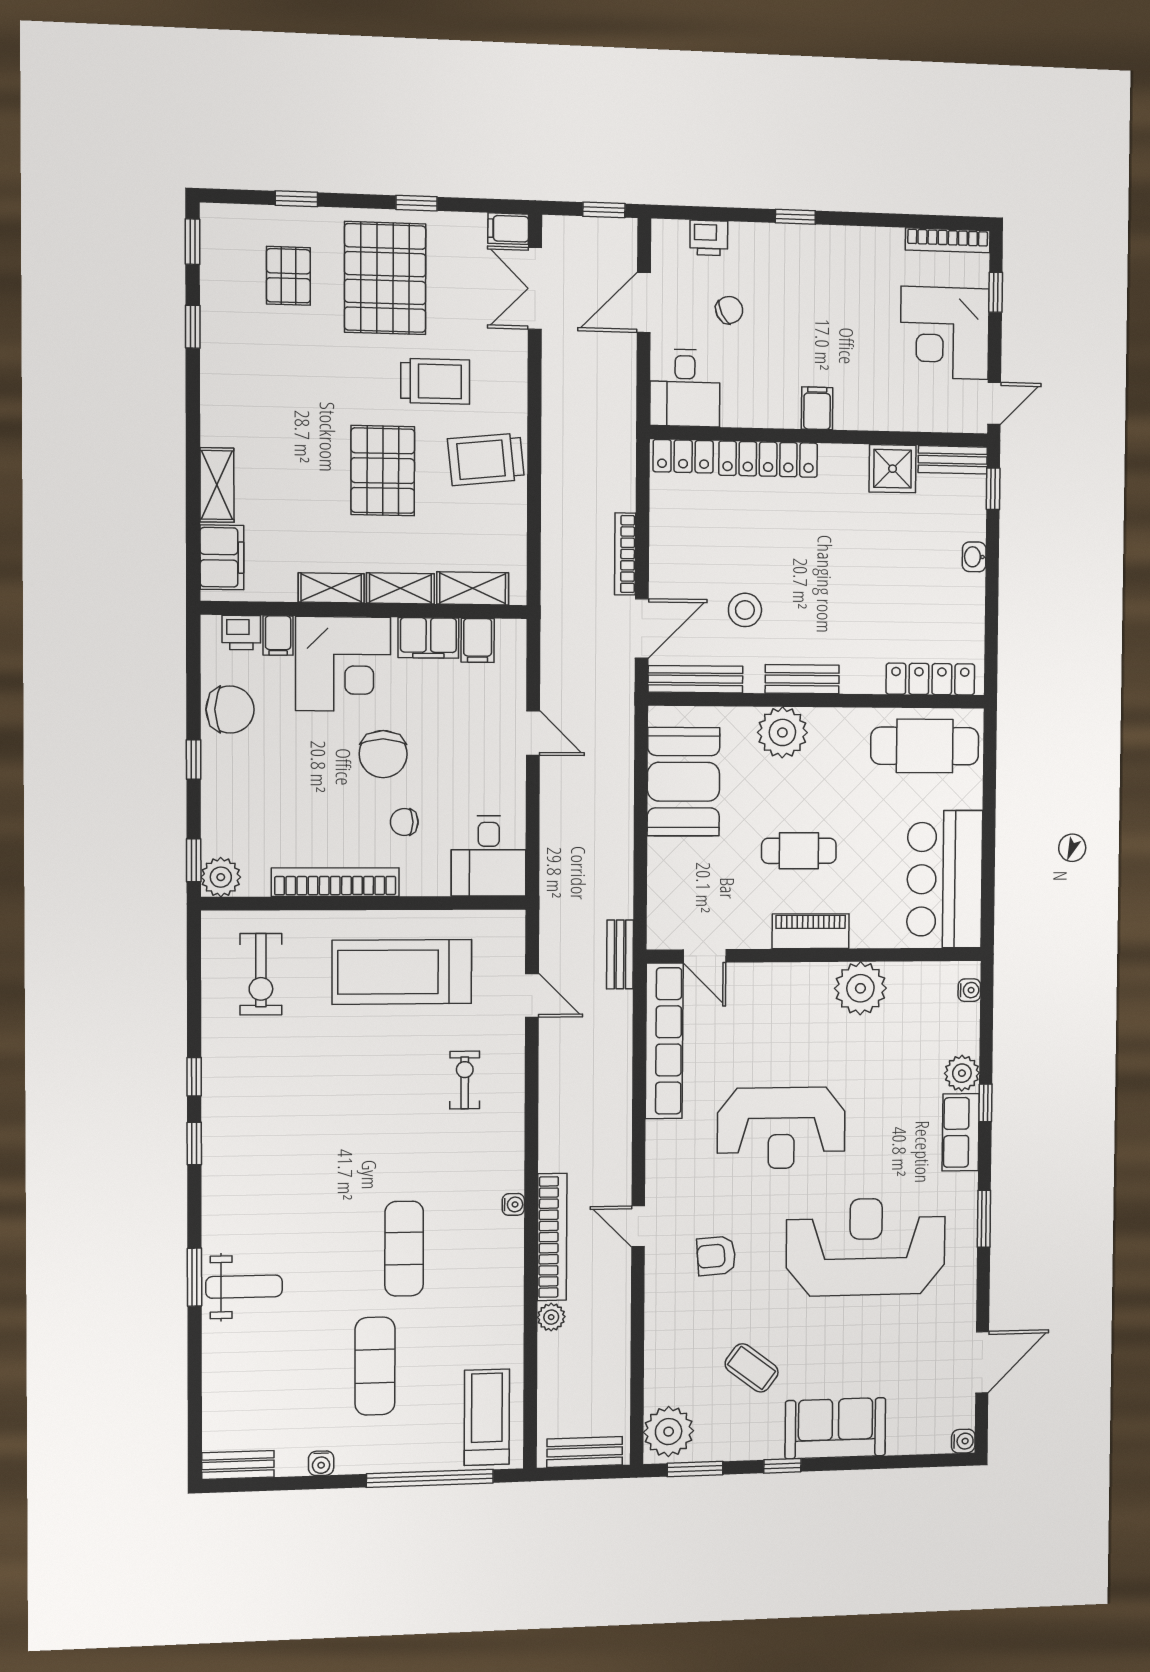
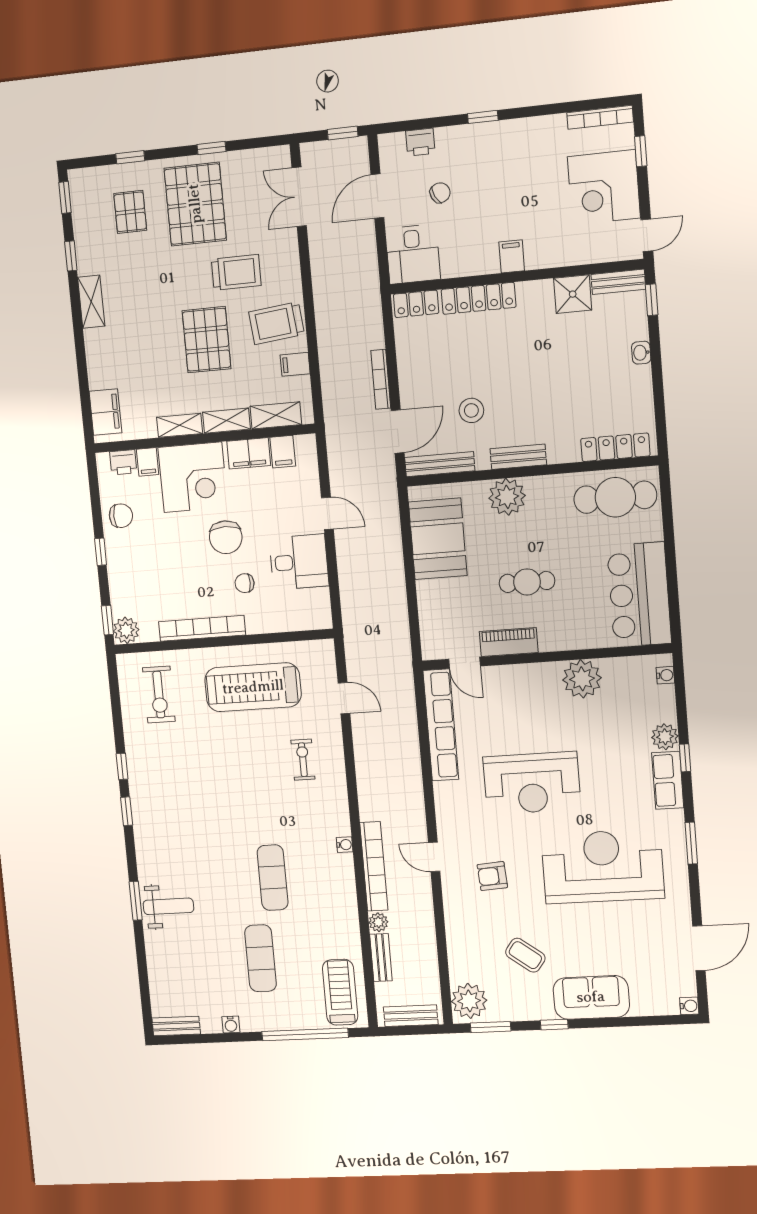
filing cabinet: (508, 229) -> (295, 364), moved
shelving: (217, 485) -> (91, 302), moved
chair: (230, 710) -> (121, 516), width x0.73, depth x0.73
desk: (489, 856) -> (299, 562), moved, turned -90
piano: (811, 931) -> (509, 642), moved
bench: (620, 954) -> (381, 957), moved

